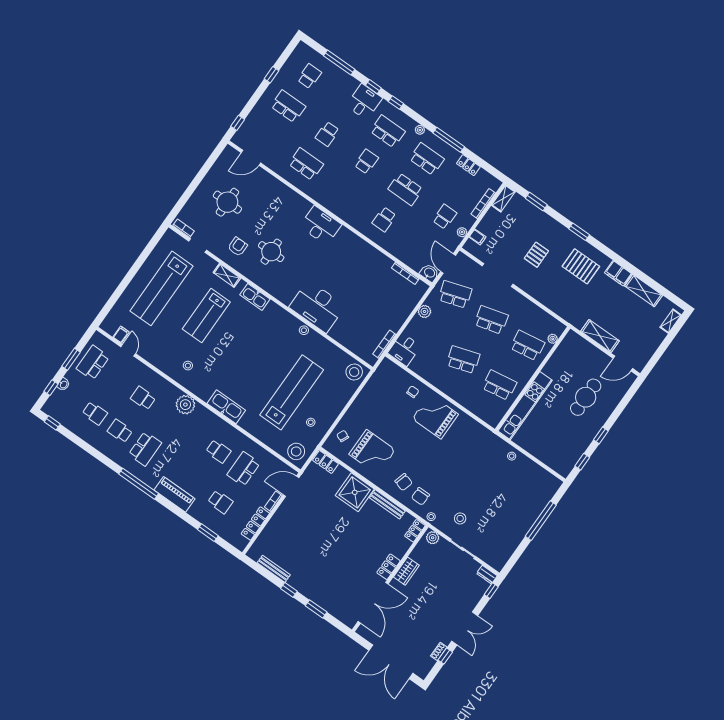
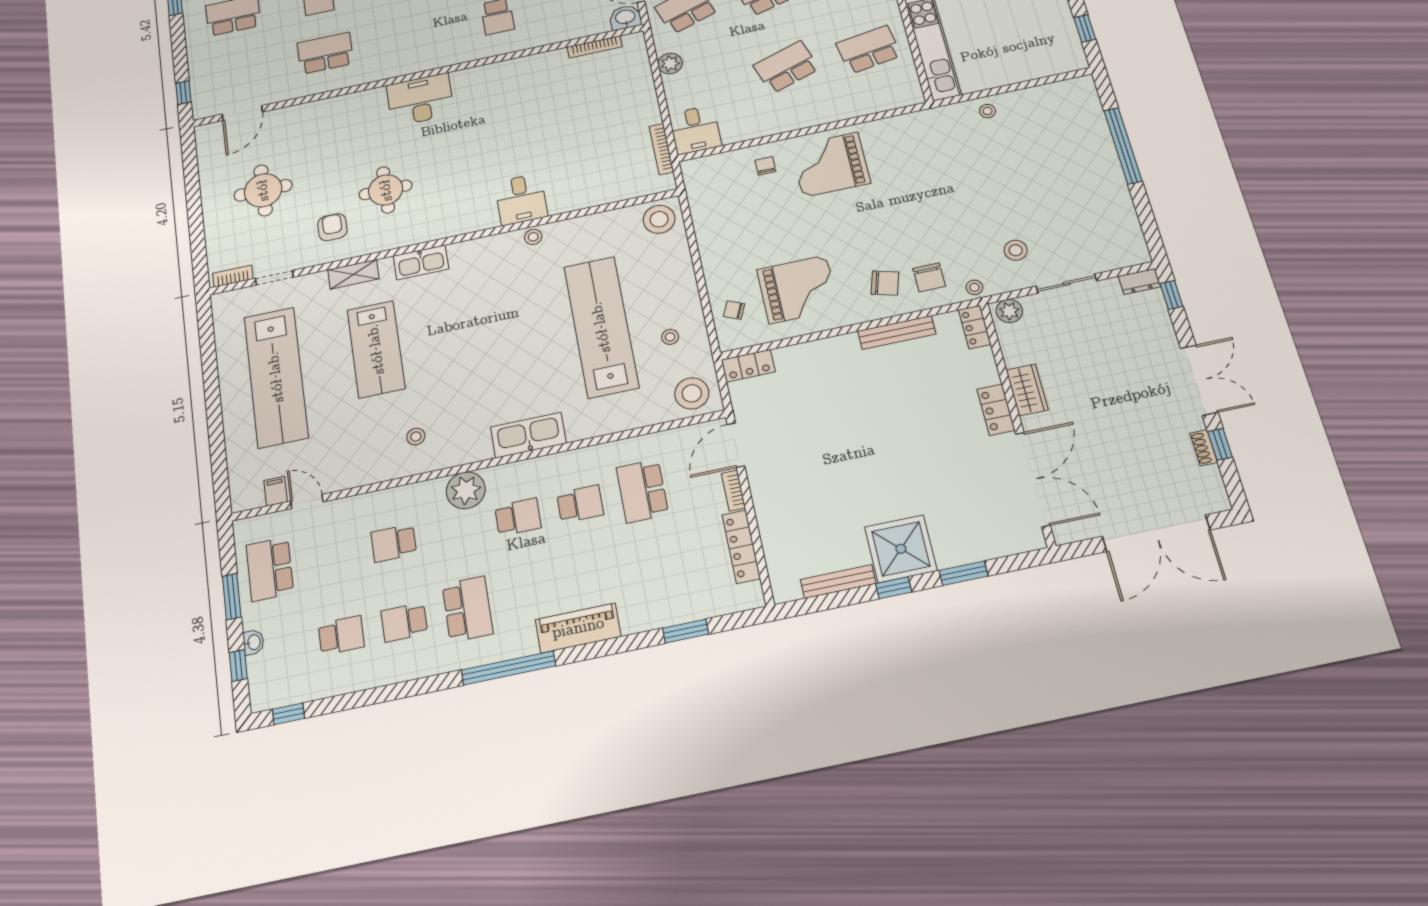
desk: (317, 307) -> (521, 199), width x0.53, depth x0.77
shower: (355, 492) -> (901, 549), moved
school desk: (220, 502) -> (518, 517), moved

